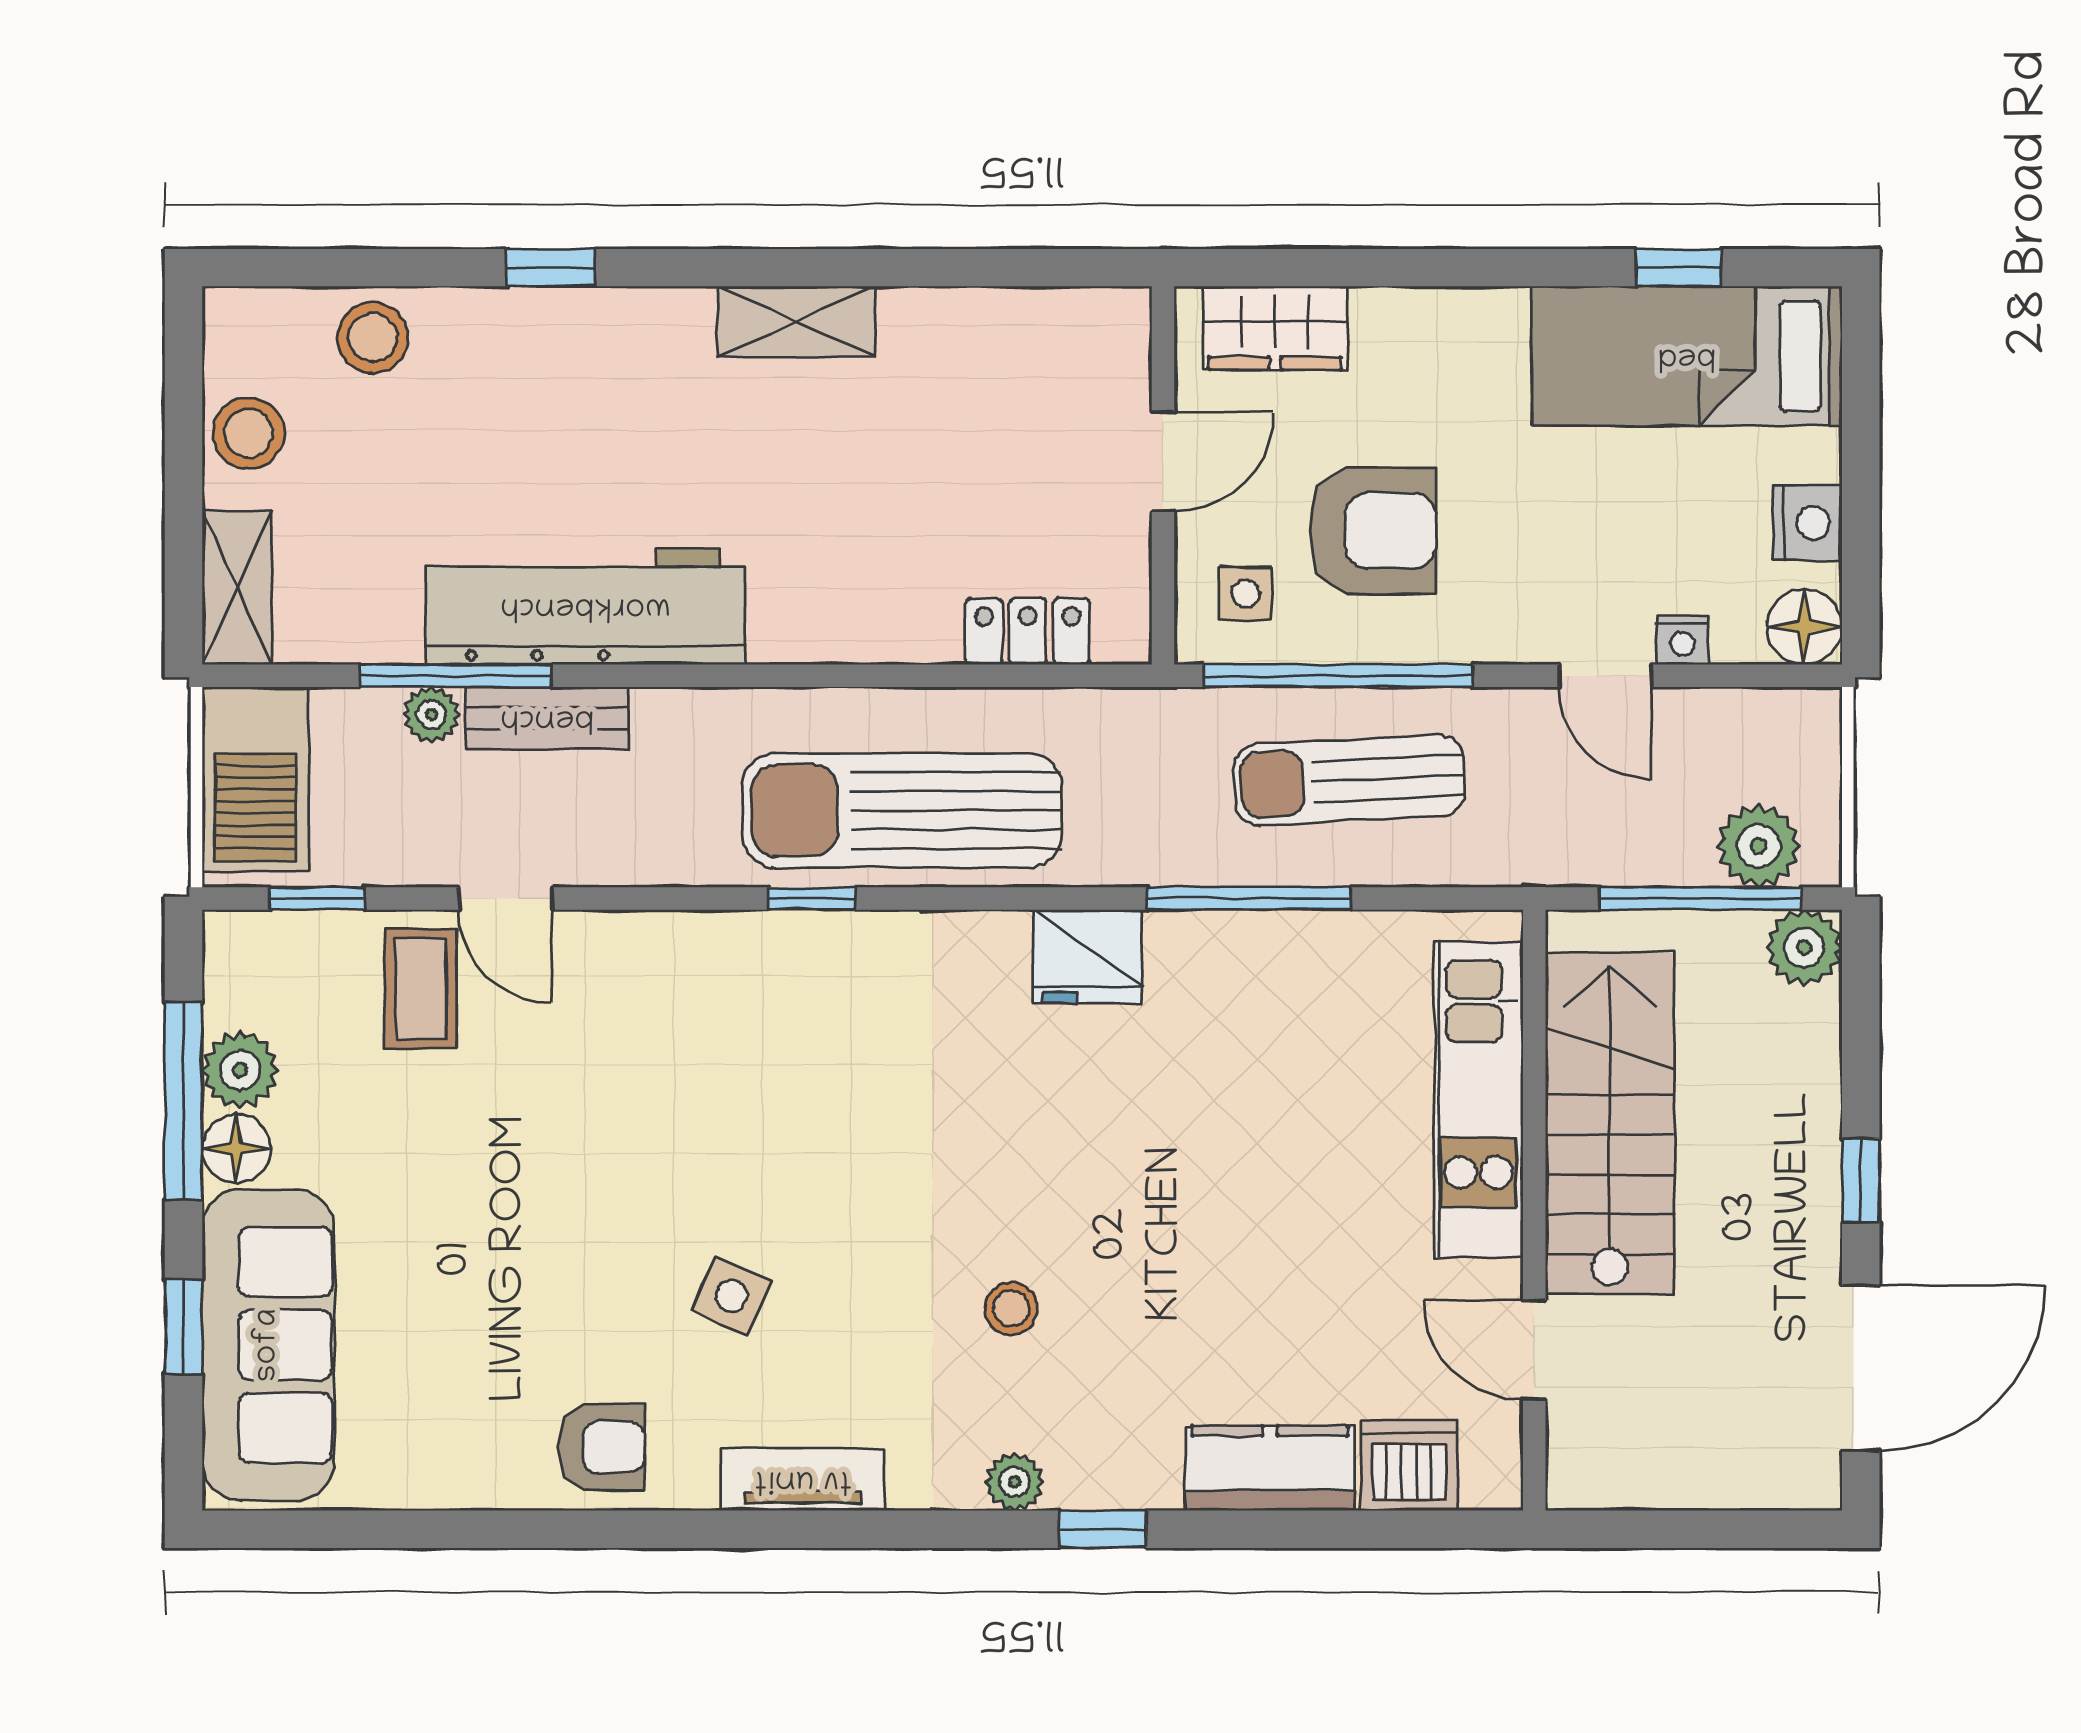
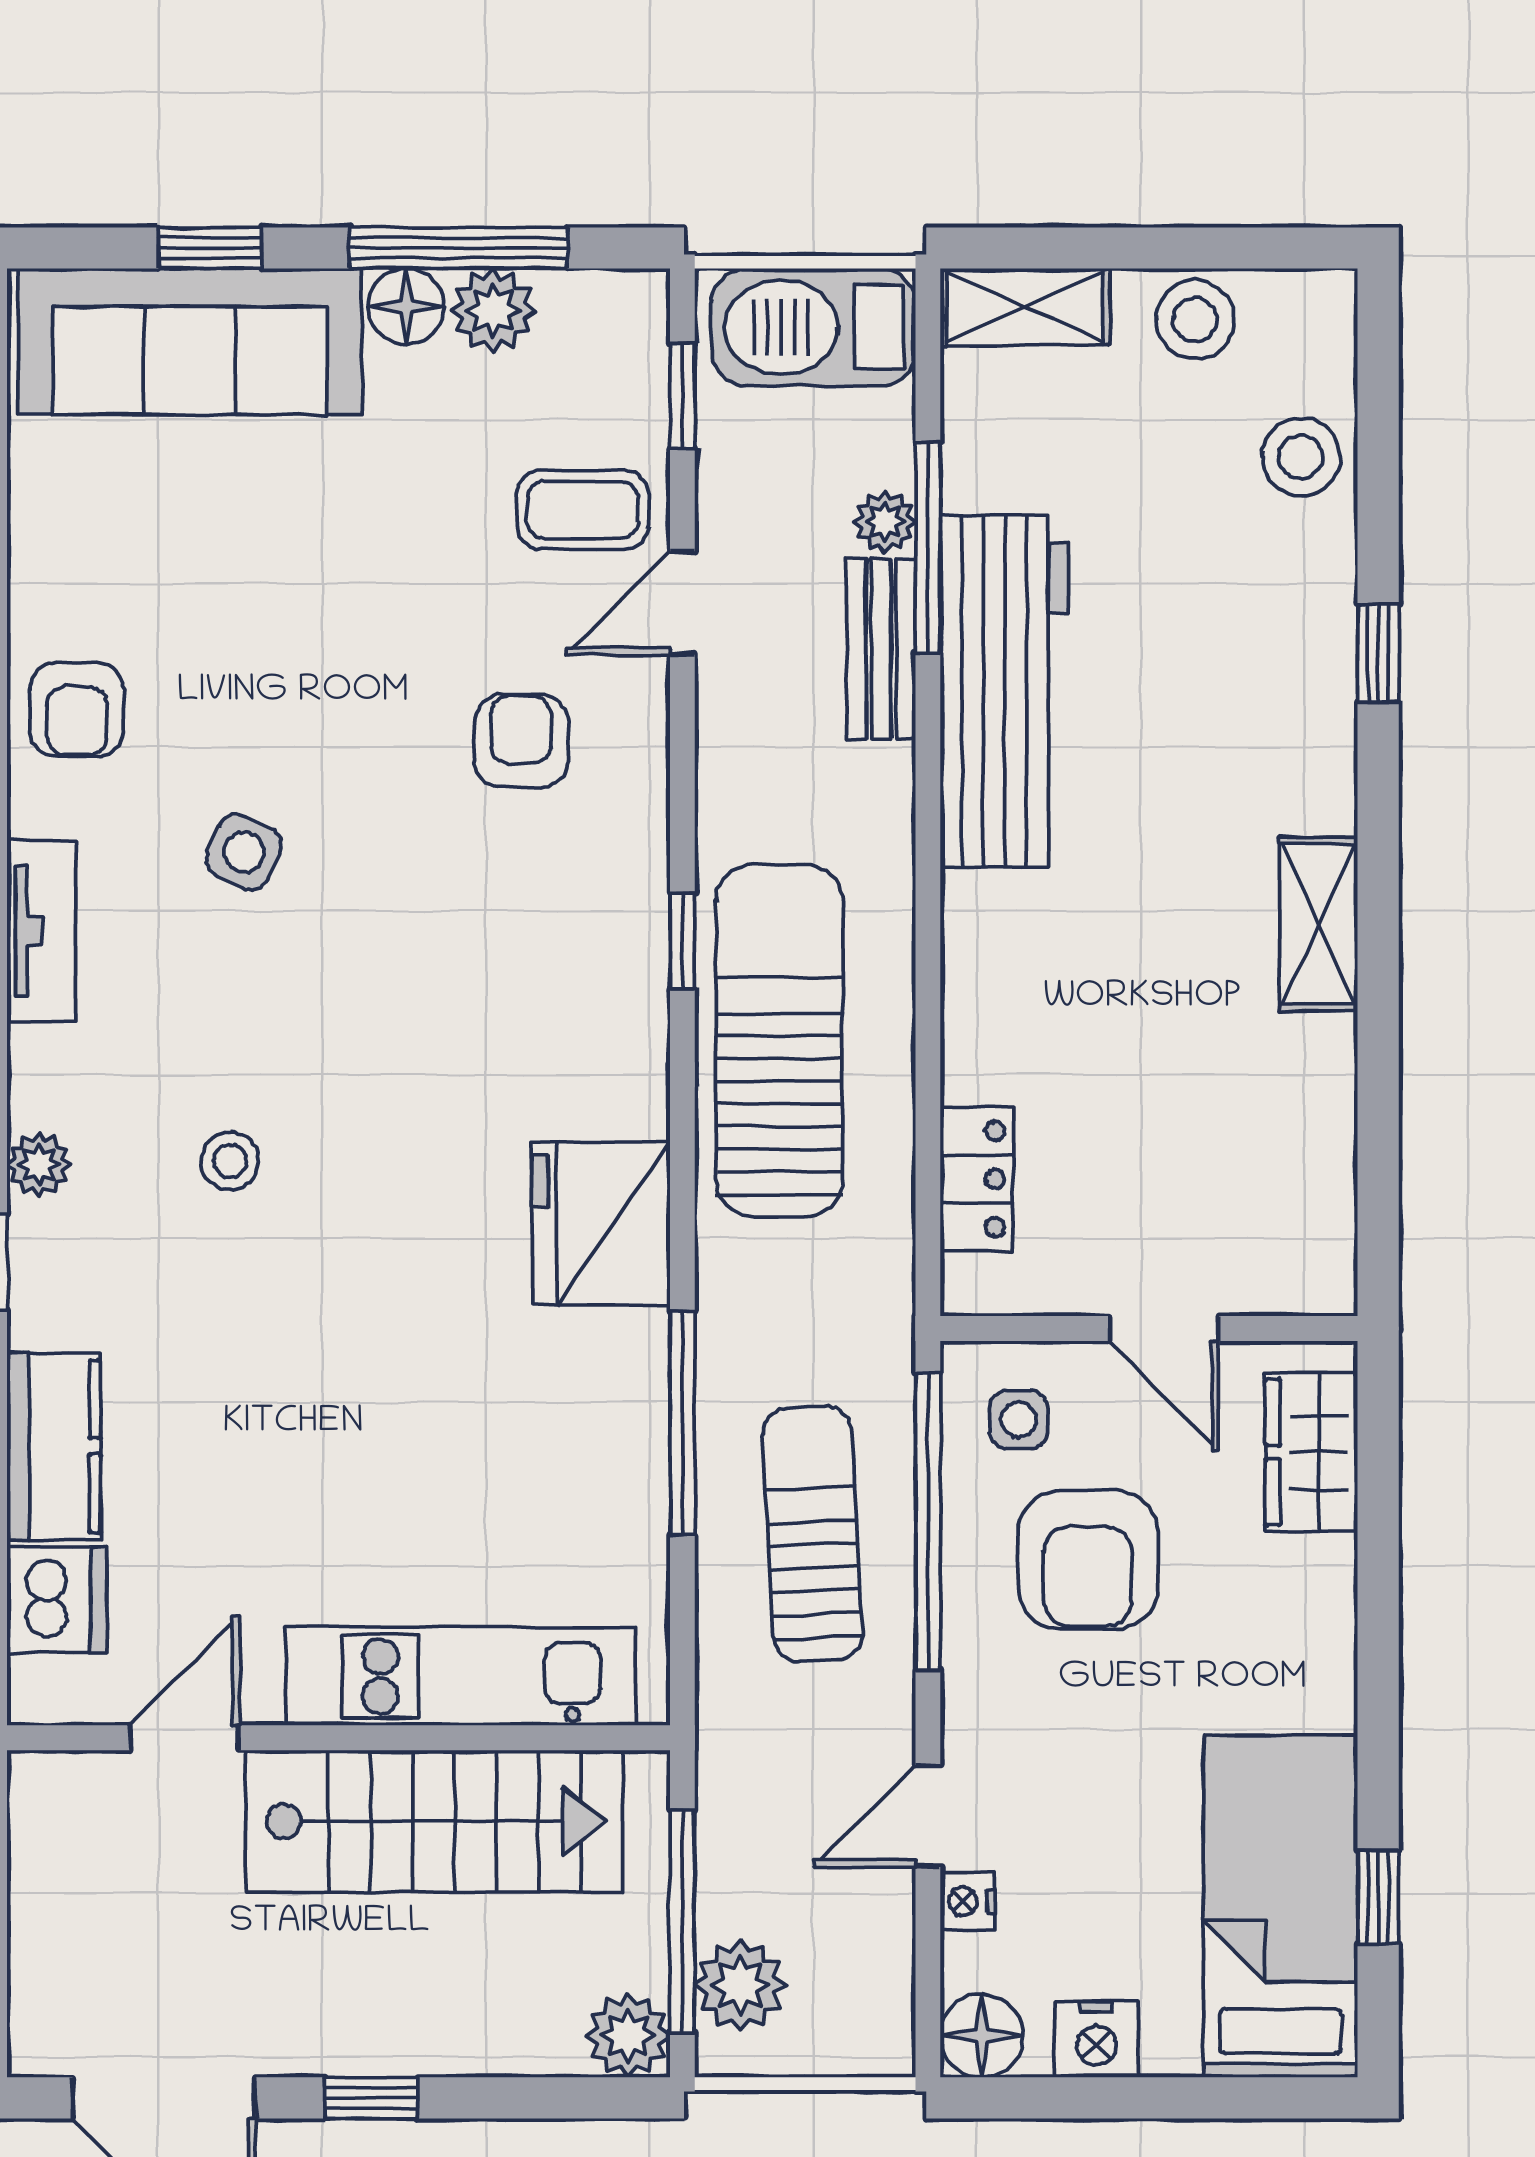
fridge: (1088, 956) -> (601, 1224), width x1.36, depth x1.34
armchair: (630, 1044) -> (521, 741), added

